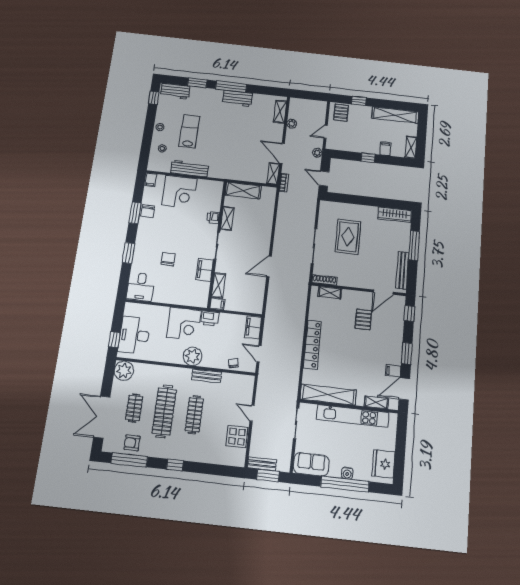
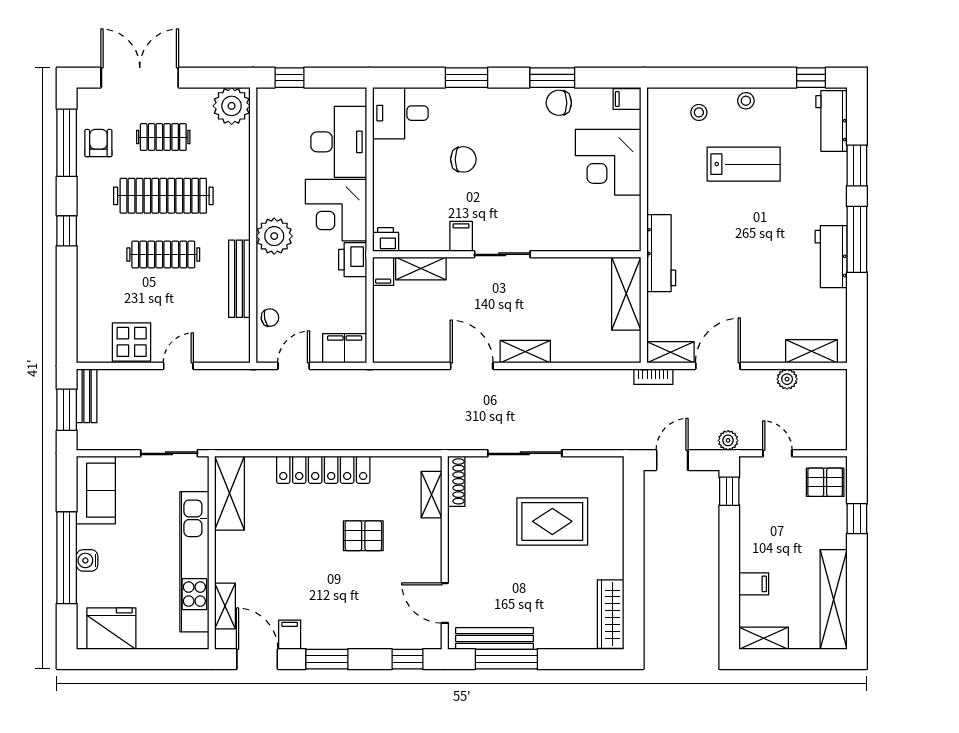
window: (368, 158) -> (729, 491), moved
workbench: (190, 168) -> (661, 253), moved
printer: (213, 218) -> (386, 240), moved
shelving: (227, 218) -> (525, 352), moved
window: (414, 246) -> (506, 659), moved
filing cabinet: (205, 270) -> (461, 236), width x0.50
pallet: (363, 319) -> (363, 536), moved
desk: (134, 335) -> (339, 142), moved, turned 90
bench: (207, 376) -> (239, 279), width x1.36
shelving: (328, 395) -> (230, 493), width x0.68

